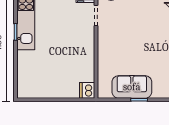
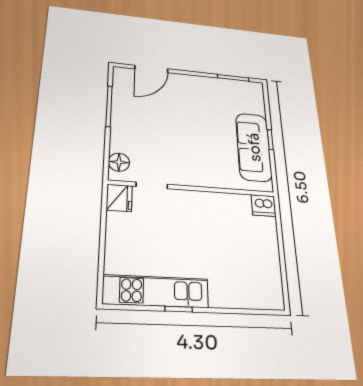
sofa: (132, 87) -> (254, 147), width x1.36

